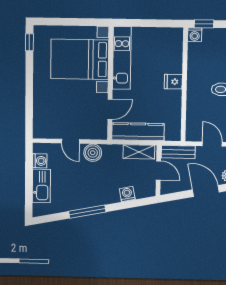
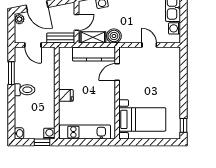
kitchen unit: (122, 58) -> (85, 132), moved, turned 90
bed with nightstands: (80, 59) -> (142, 119), width x0.73
boiler: (93, 153) -> (114, 36), moved
door: (158, 170) -> (77, 22), swing flipped

